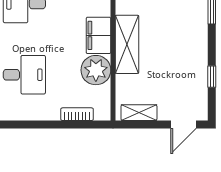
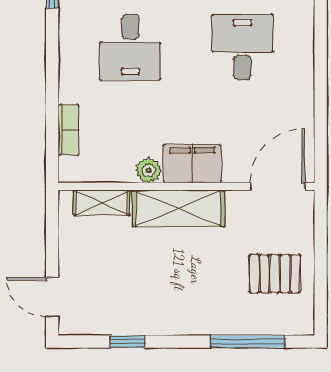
plant: (96, 70) -> (149, 170), width x0.53, depth x0.53
shelving: (139, 113) -> (102, 203), moved, turned 90

